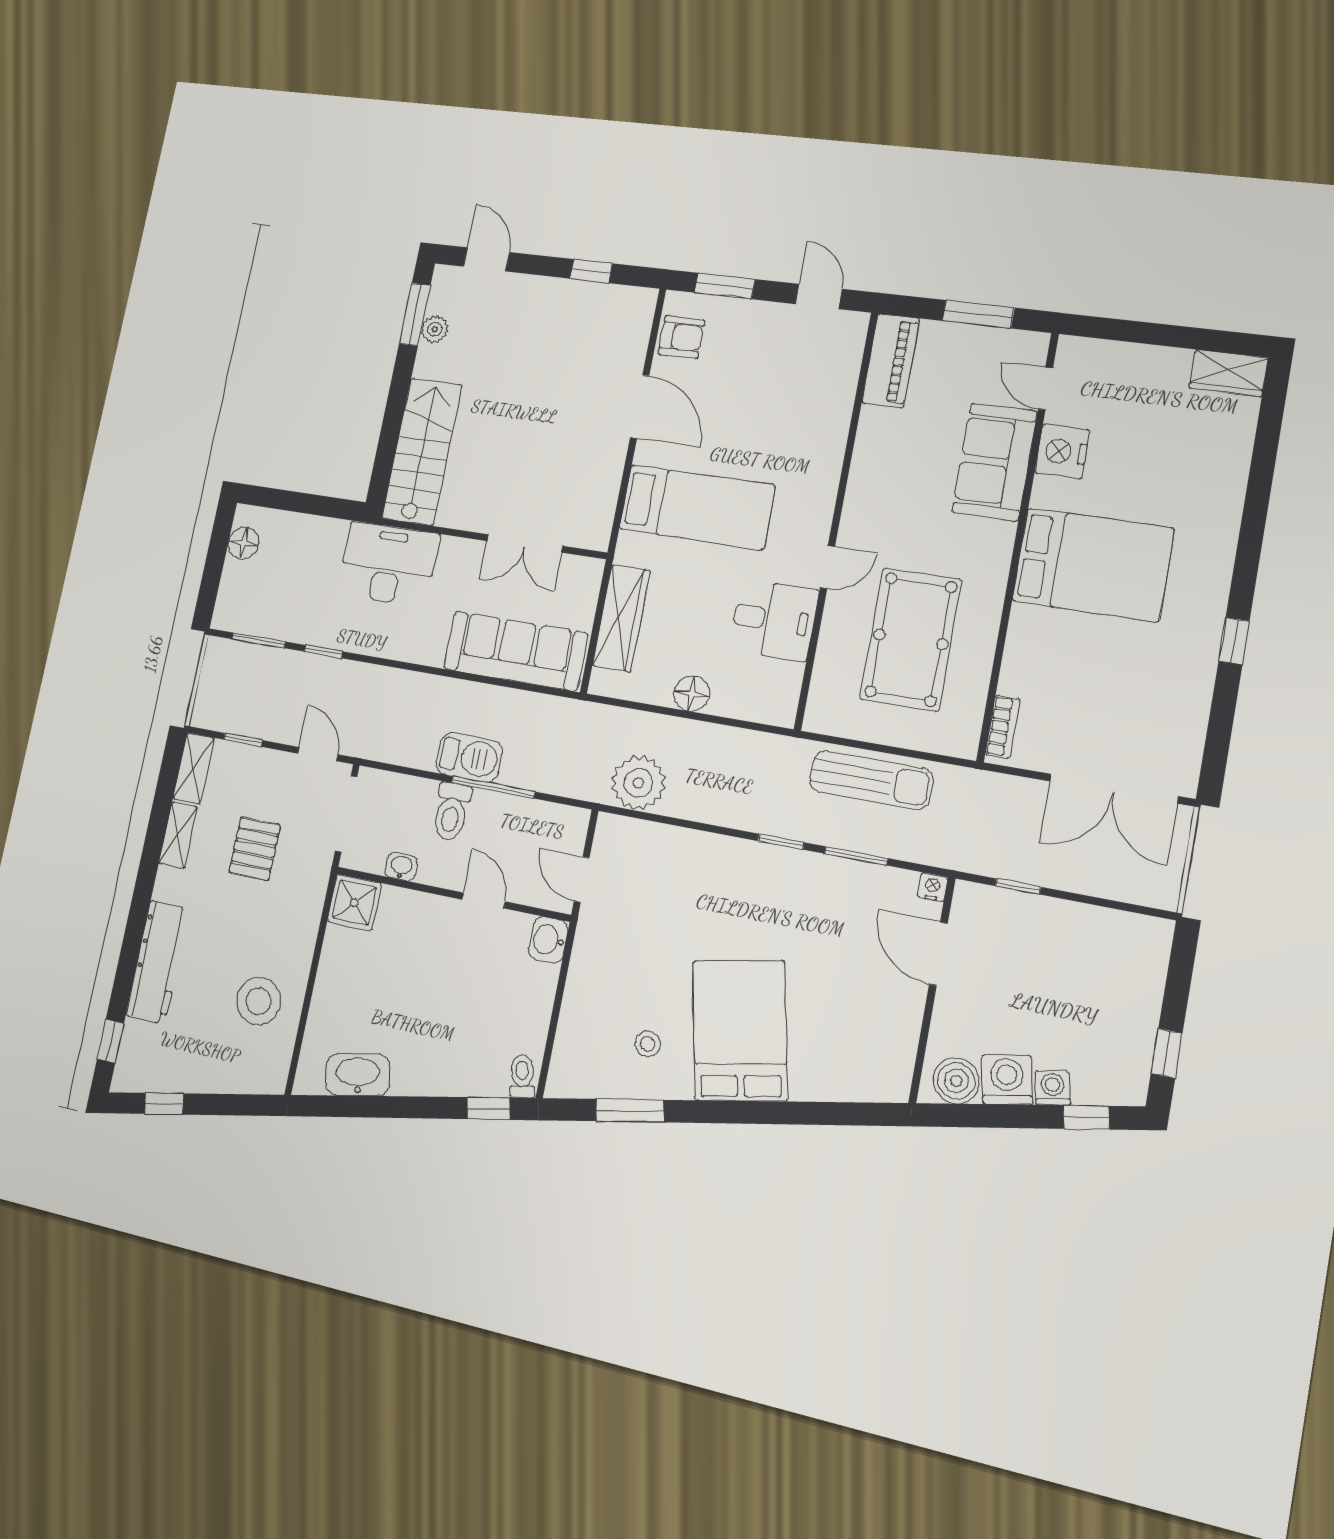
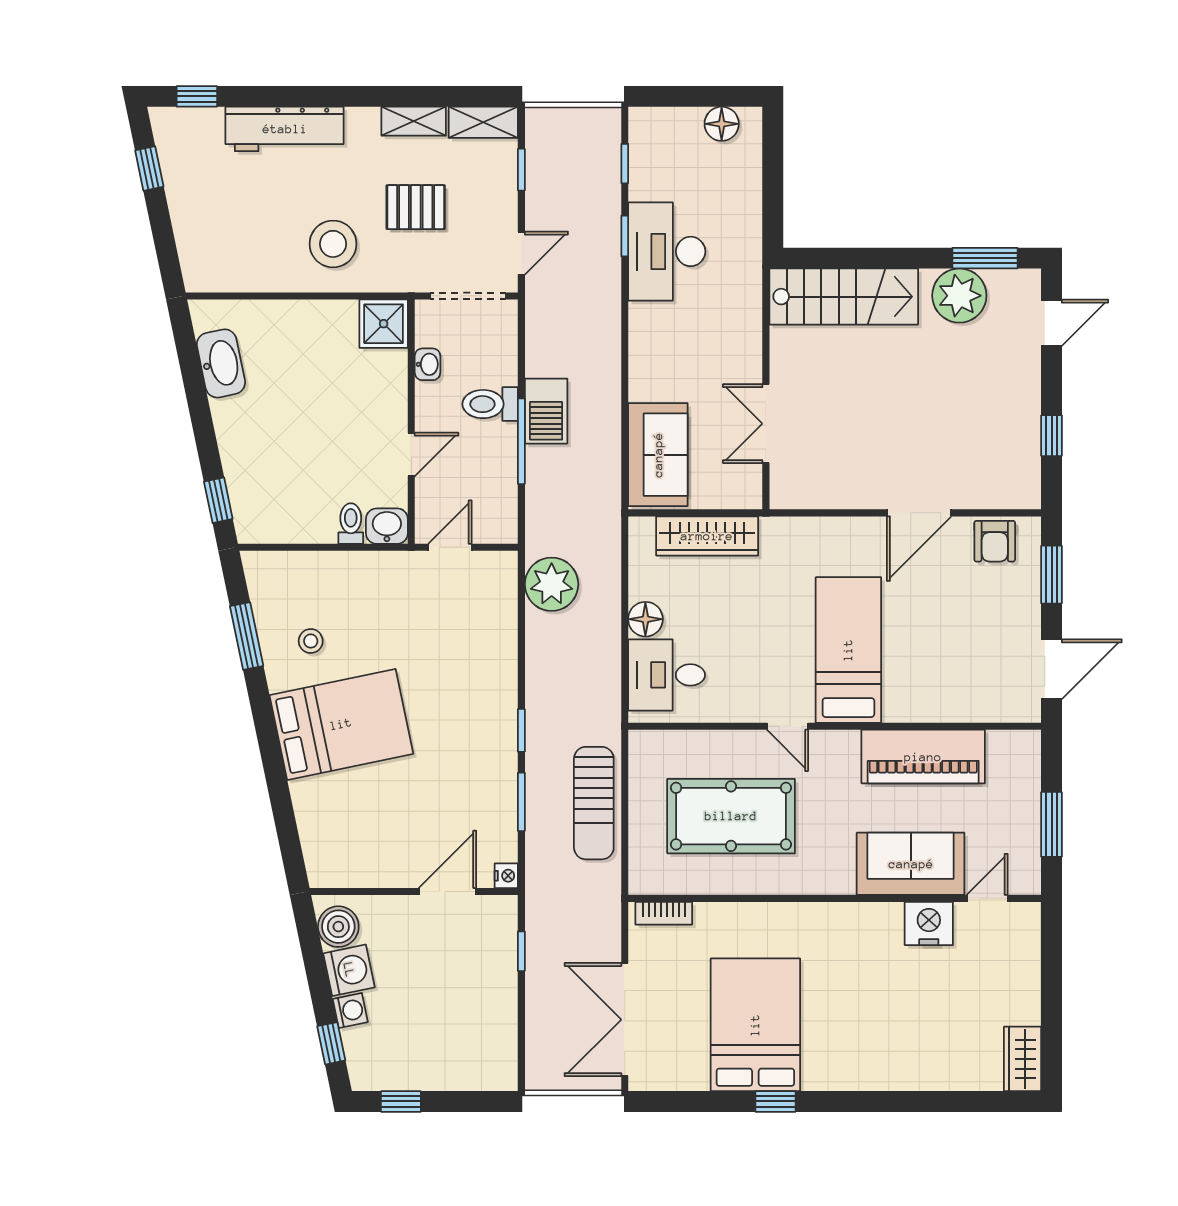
door: (819, 296) -> (1052, 669), width x1.37
plant: (435, 329) -> (959, 296), width x1.88, depth x1.88
piano: (891, 361) -> (923, 757), moved, width x1.37, depth x1.33
bed: (697, 507) -> (848, 650), moved, turned 180
desk: (388, 564) -> (667, 251), moved, turned 180
bed: (1093, 565) -> (755, 1025), moved, turned 180
desk: (774, 620) -> (667, 675), moved, turned 90
window: (259, 640) -> (625, 164), width x0.67
sofa: (515, 651) -> (658, 455), width x0.73
stool: (259, 1001) -> (333, 244), moved
toilet: (522, 1076) -> (351, 524), moved, turned -78

